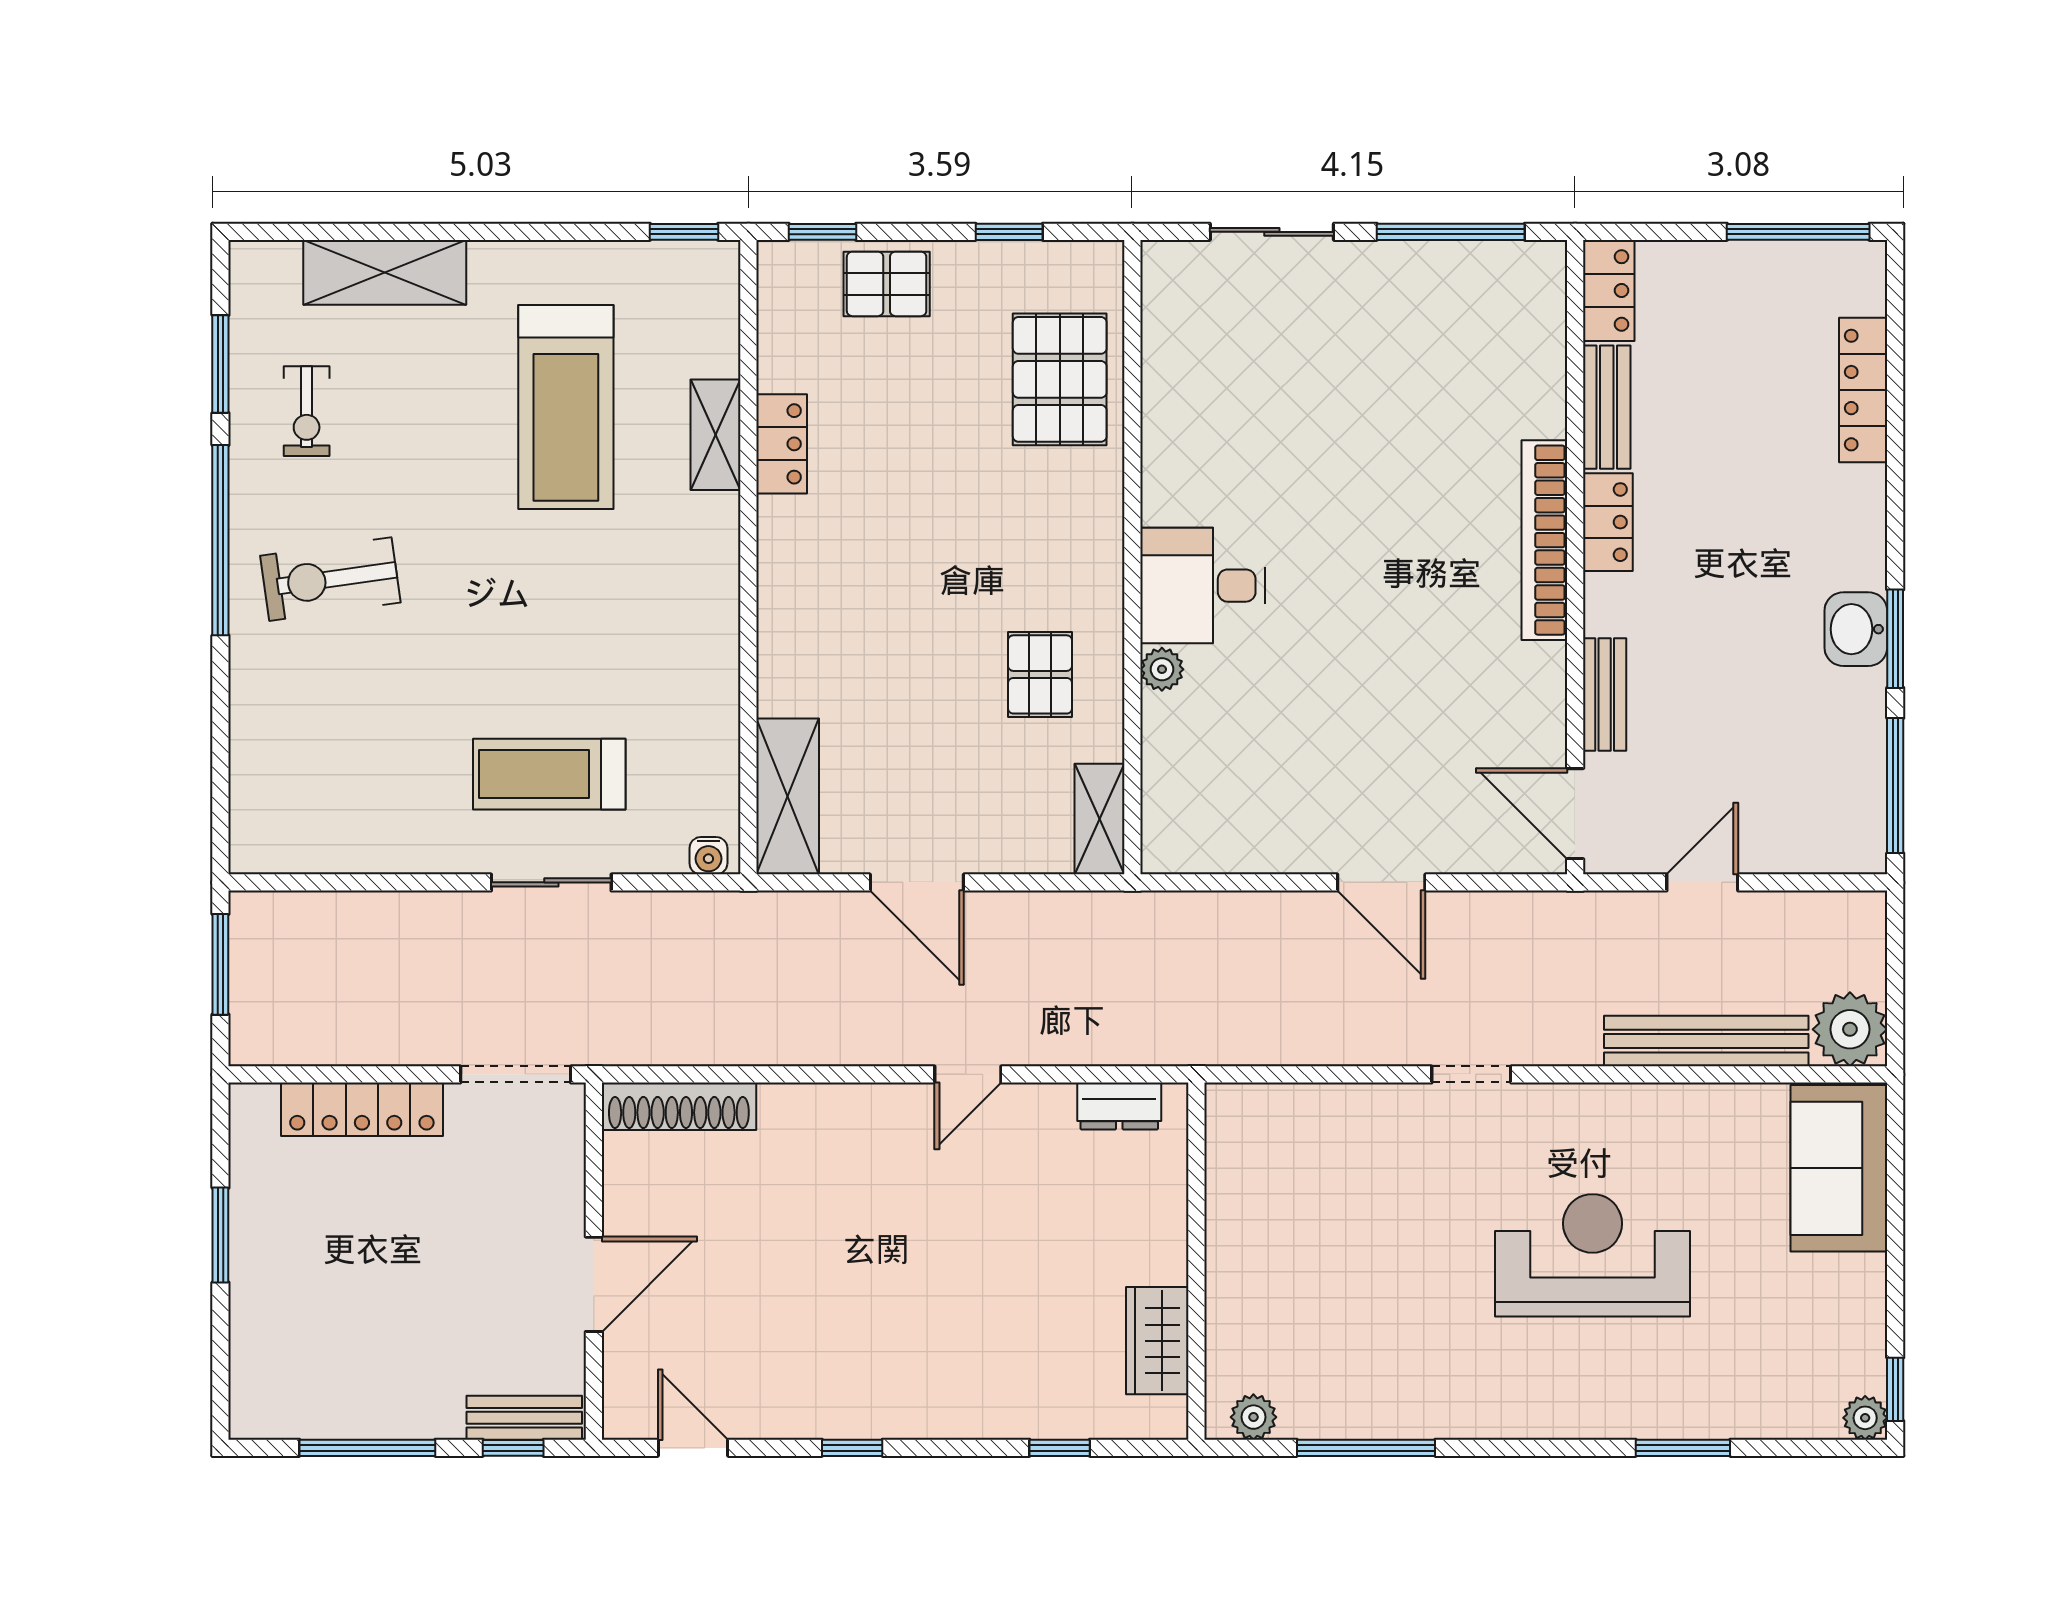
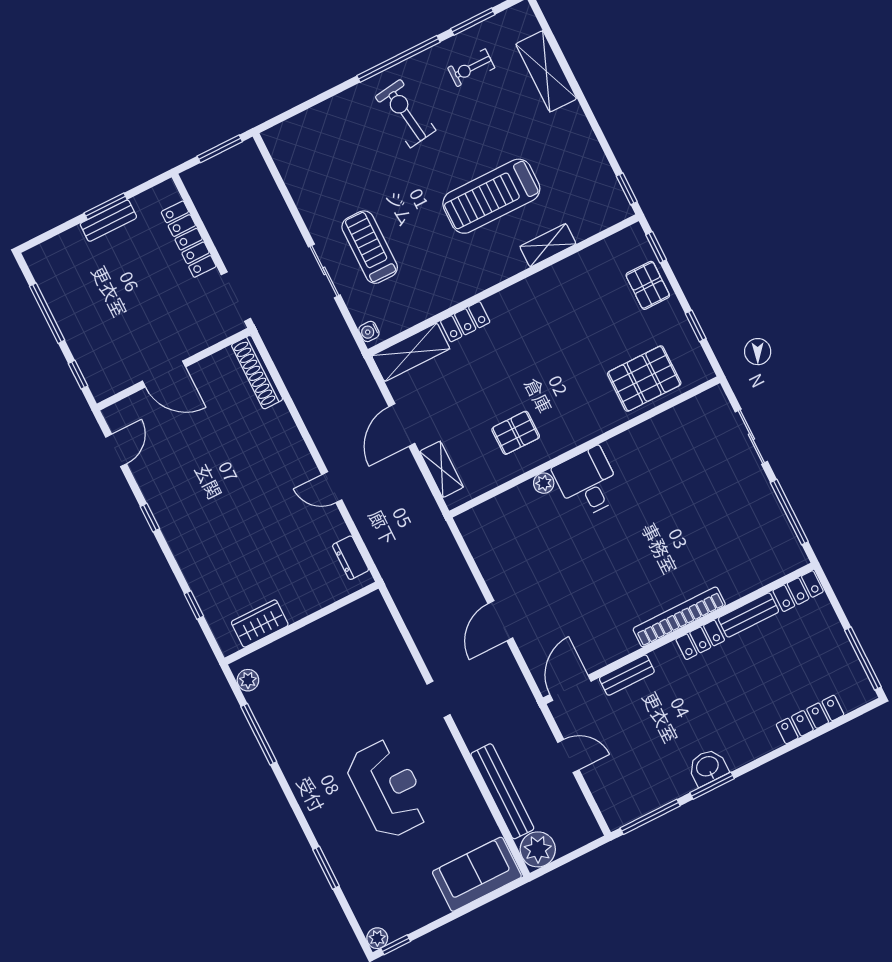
treadmill: (566, 407) -> (491, 196), moved
locker: (782, 444) -> (465, 322), moved
shelving: (1100, 819) -> (442, 469), moved, turned 90
bench: (524, 1418) -> (108, 221), moved, turned 90

